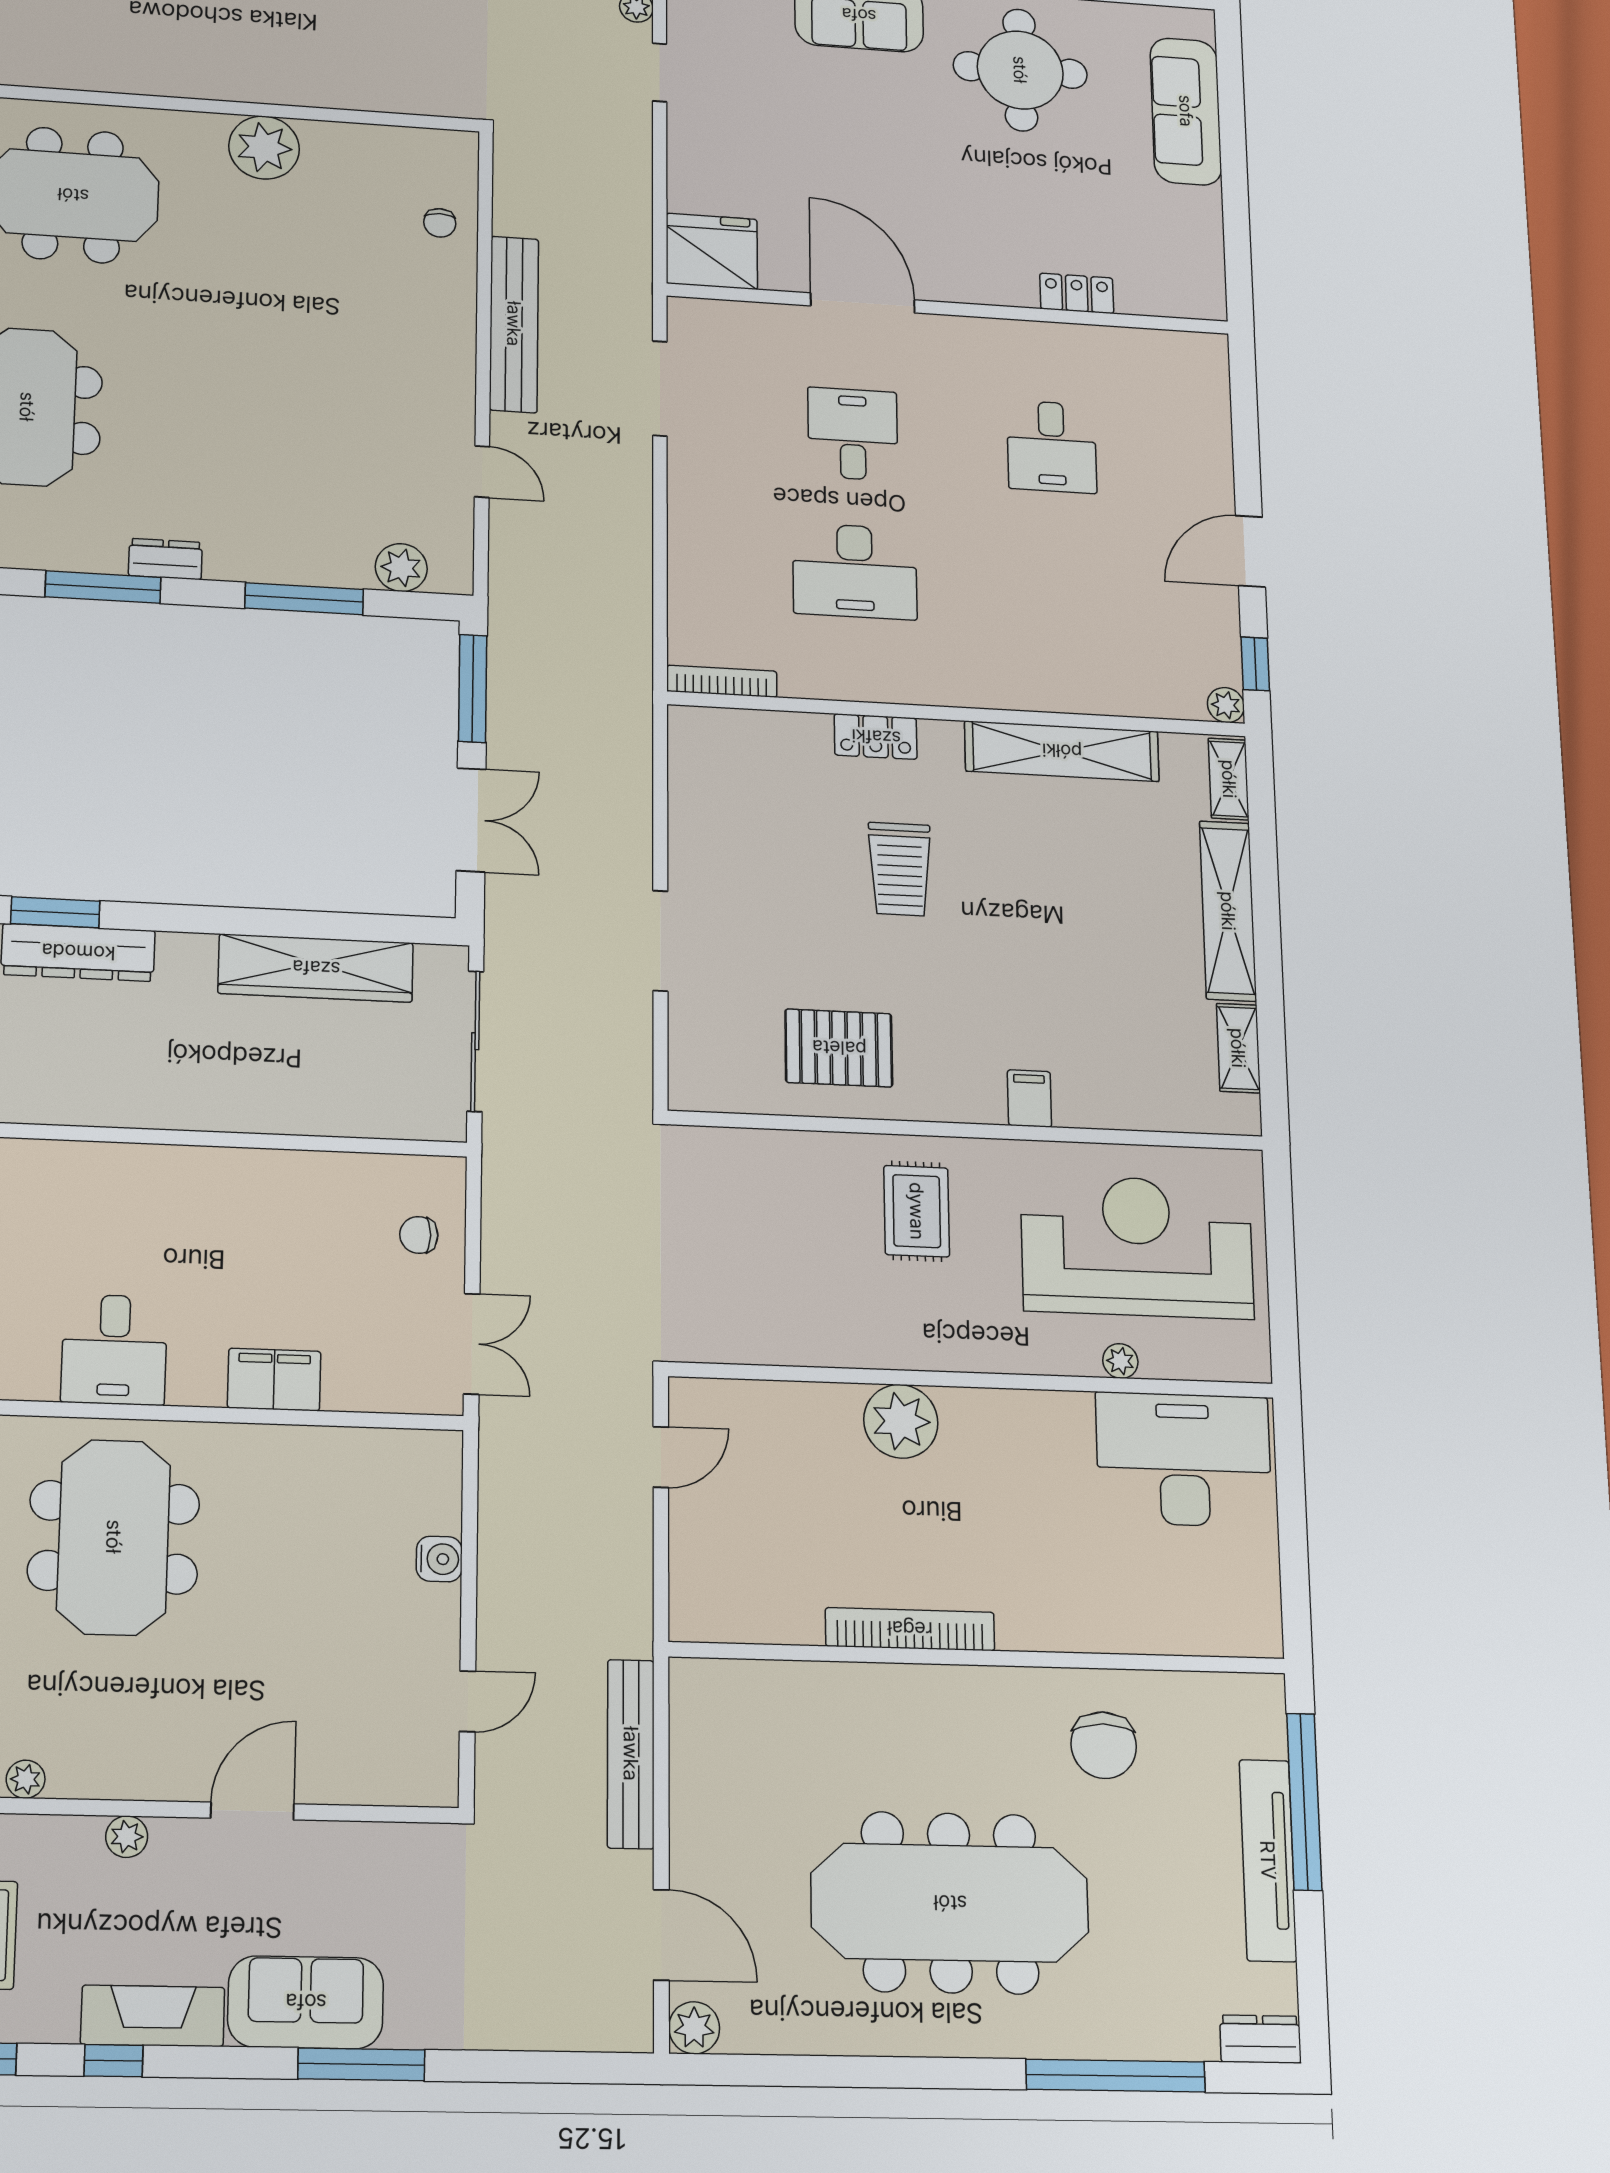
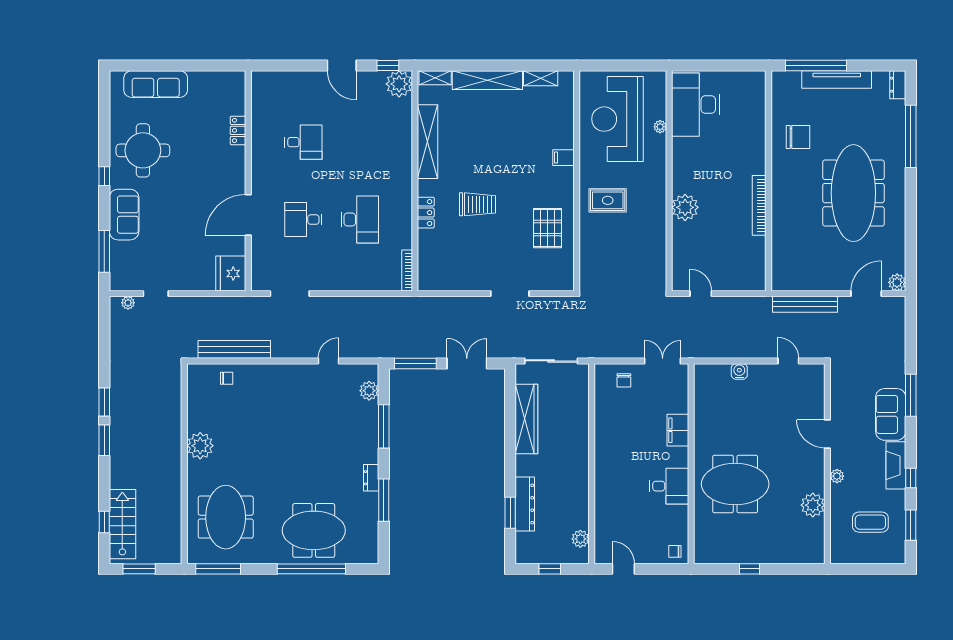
bench: (514, 324) -> (234, 349), moved
plant: (1226, 705) -> (399, 84), width x1.88, depth x1.88
plant: (26, 1779) -> (813, 505), width x1.88, depth x1.88

